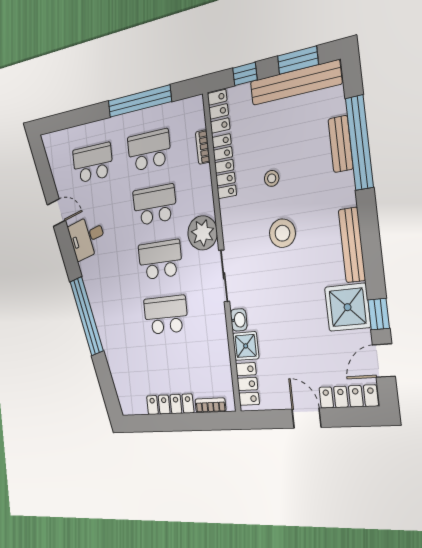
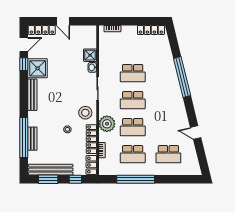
plant: (203, 233) -> (107, 124), moved
stool: (282, 233) -> (85, 113), moved
desk: (87, 237) -> (177, 117), removed
locker: (247, 384) -> (91, 38), removed
locker: (170, 404) -> (151, 30), moved

